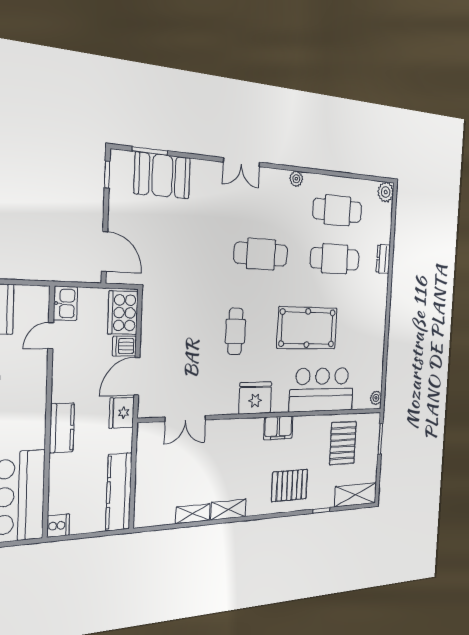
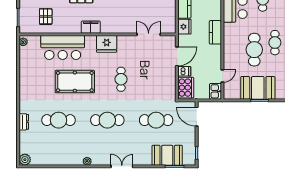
cafe table: (337, 210) -> (156, 120), moved
fridge: (122, 413) -> (184, 27), moved
pallet: (343, 443) -> (46, 16), width x0.67, depth x0.71

